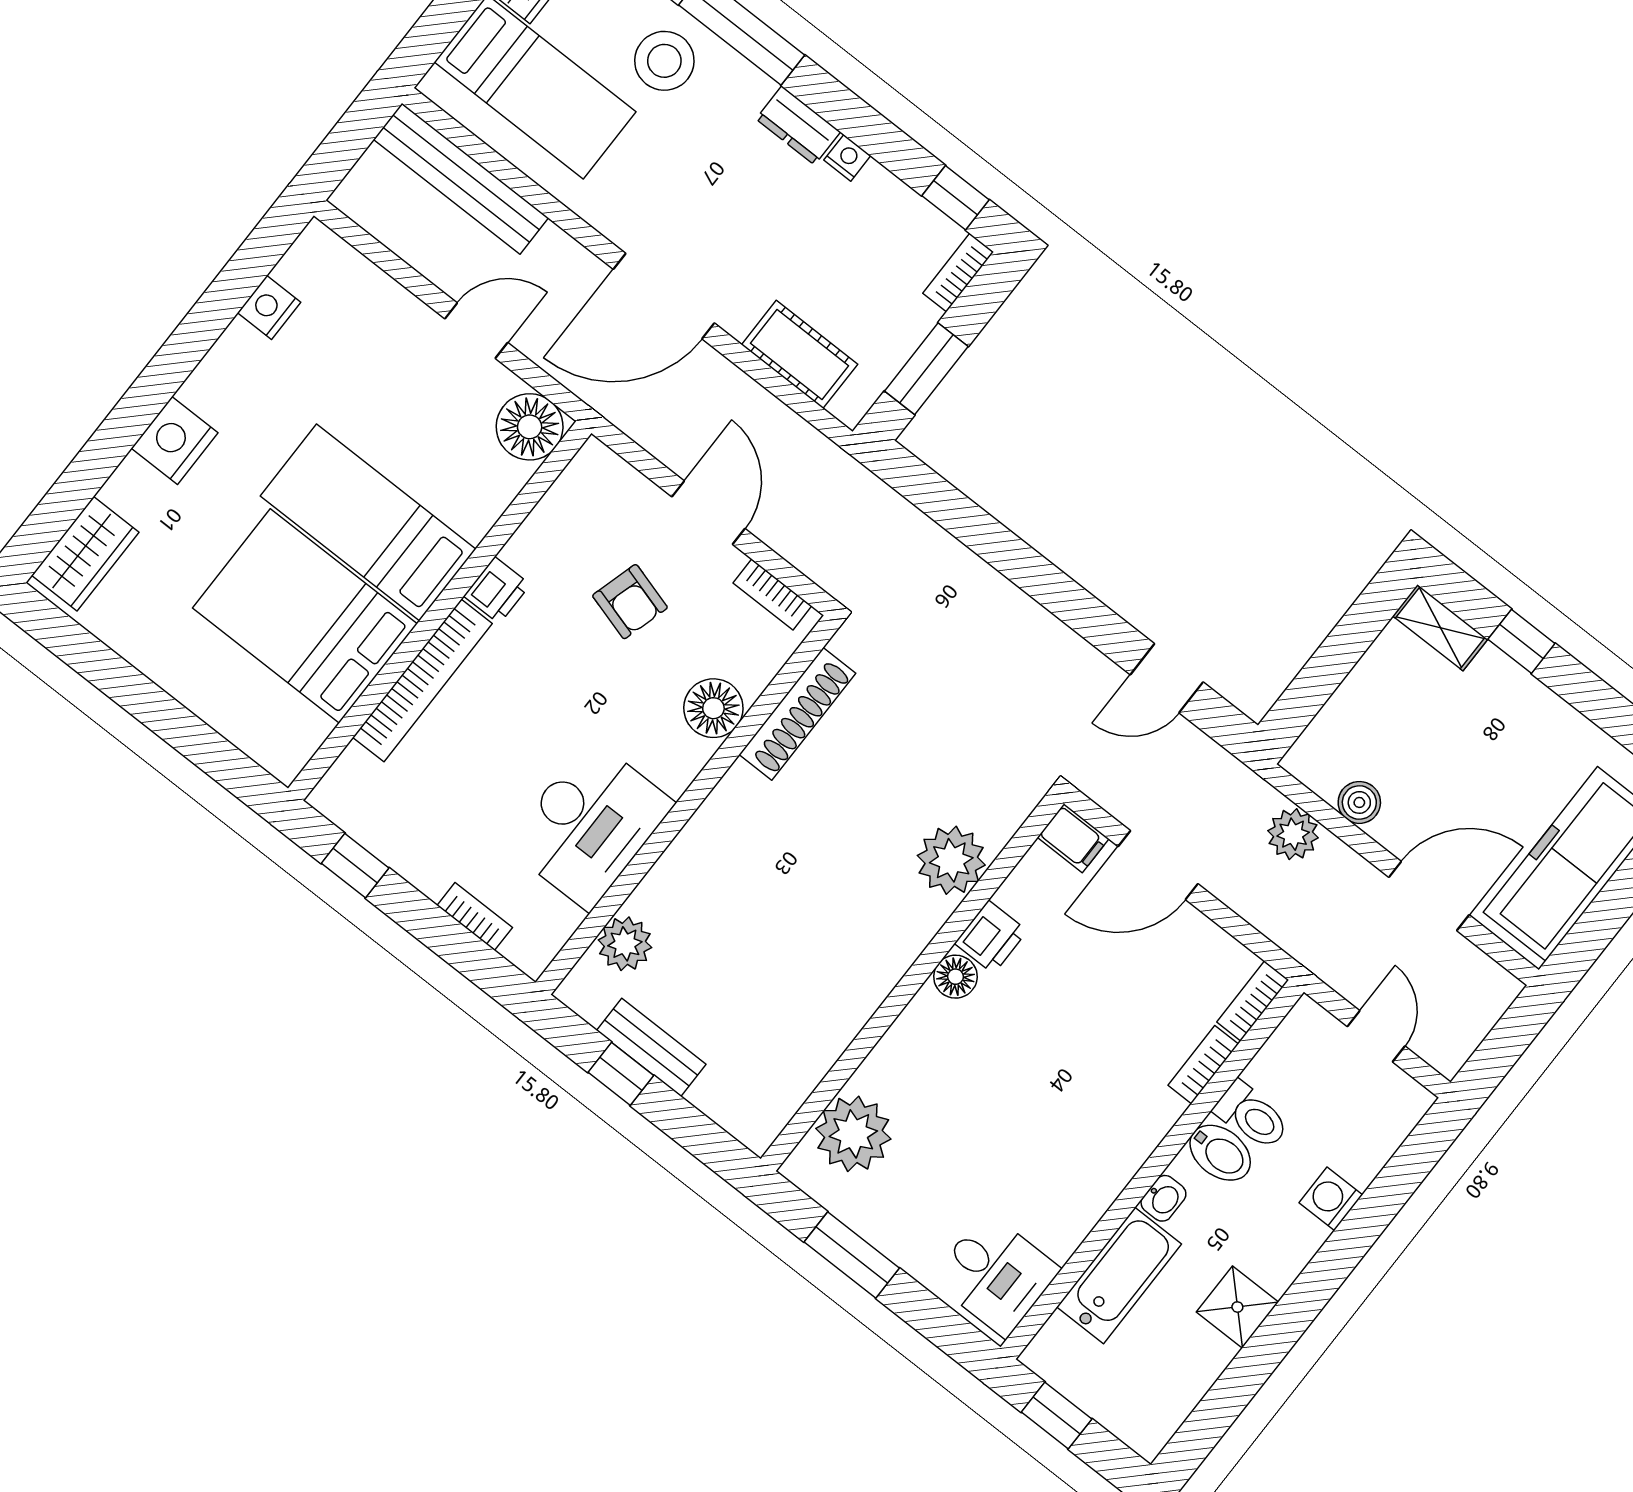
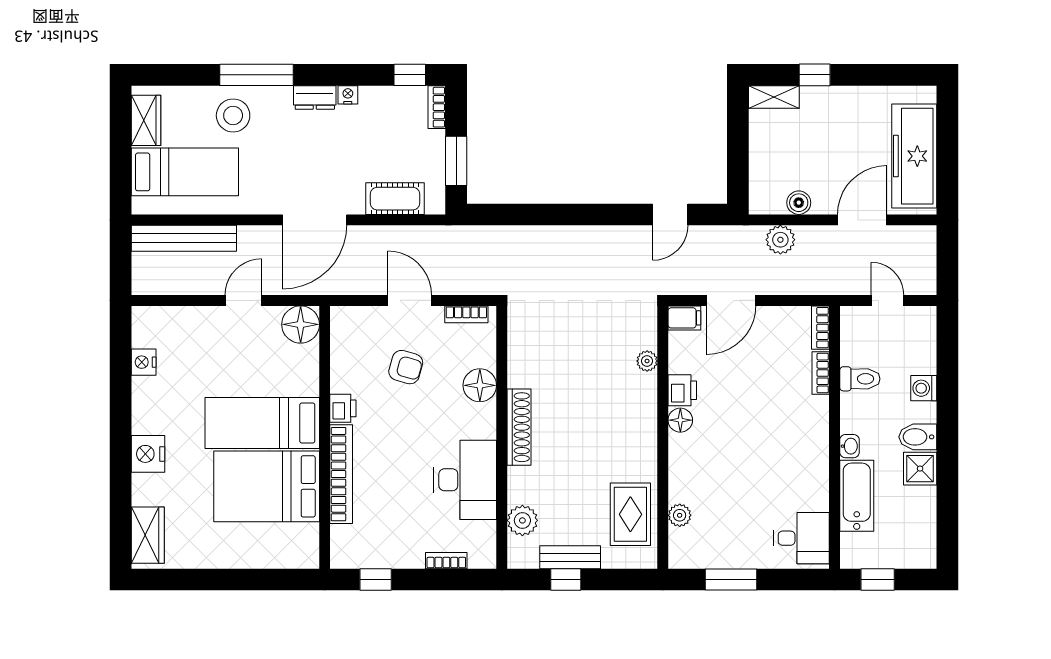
shoe rack: (797, 714) -> (519, 427), moved
plant: (951, 860) -> (647, 361), width x0.53, depth x0.53
rug: (783, 1054) -> (630, 514), added
plant: (853, 1134) -> (680, 515), width x0.53, depth x0.53
bidet: (1220, 1153) -> (918, 437), moved, turned 180

